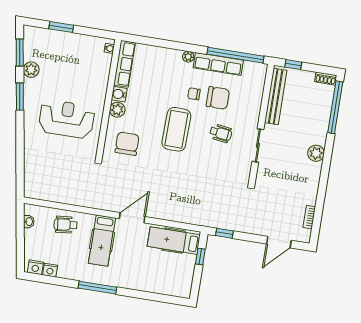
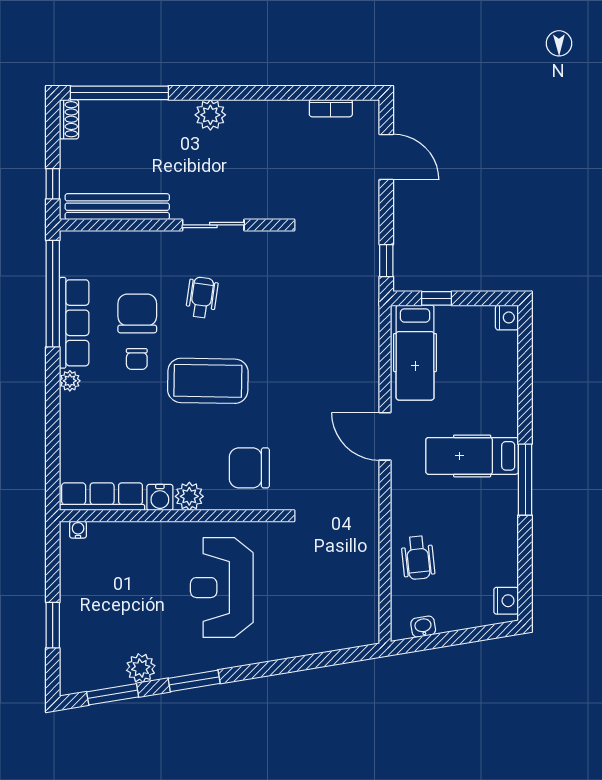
hospital bed: (102, 241) -> (472, 456), moved, turned 180
nightstand: (50, 270) -> (507, 317), moved

